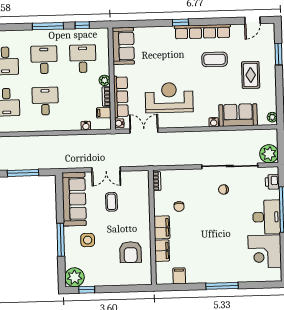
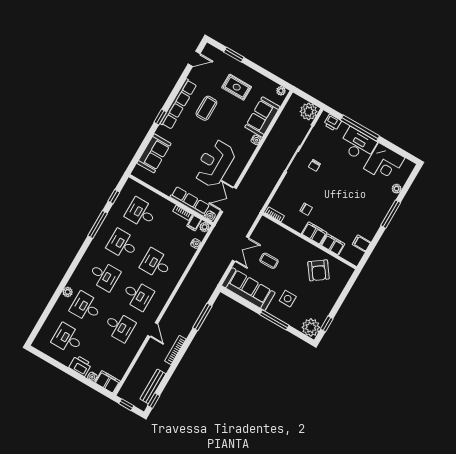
door: (252, 20) -> (194, 59), hinge flipped
sofa: (123, 46) -> (154, 153), moved, turned 90
plant: (104, 80) -> (205, 227), moved
armchair: (131, 252) -> (319, 270), turned 54
plant: (248, 277) -> (397, 189), added

